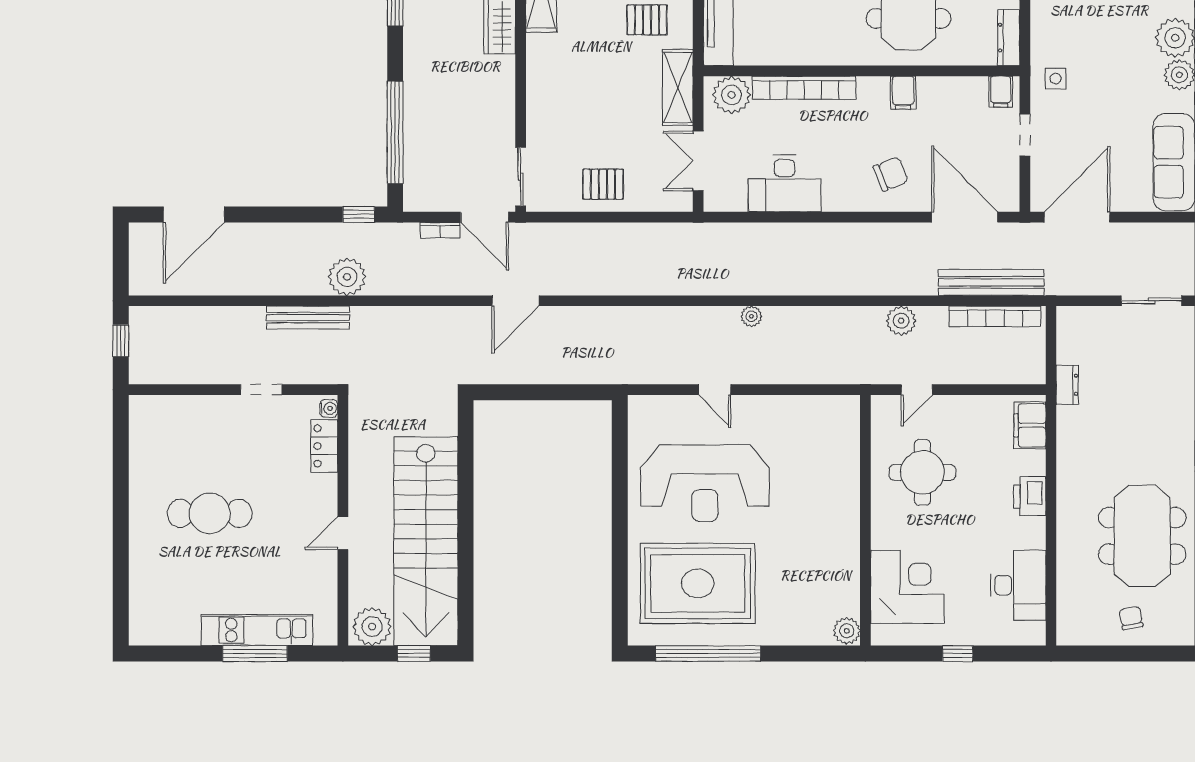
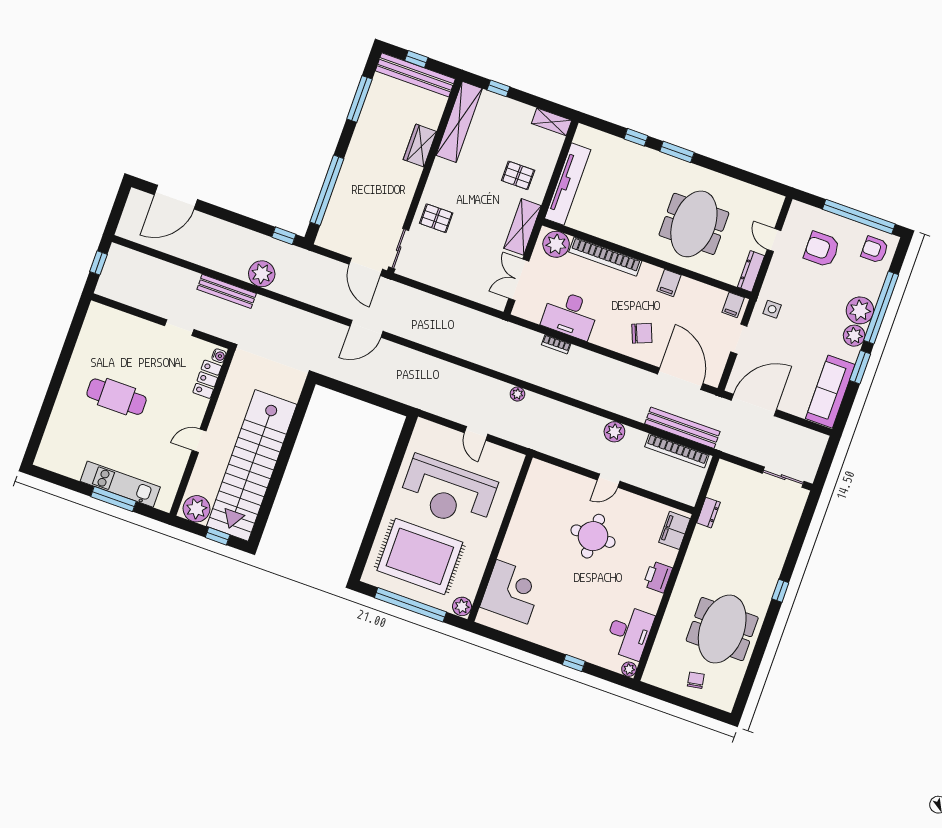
pallet: (603, 184) -> (436, 218), moved
bookcase: (440, 230) -> (556, 344), moved
wall: (865, 520) -> (500, 538), moved
corner desk: (907, 587) -> (512, 592), moved
plant: (847, 631) -> (462, 606), moved
plant: (1035, 635) -> (629, 669), added

